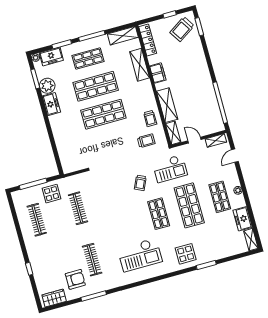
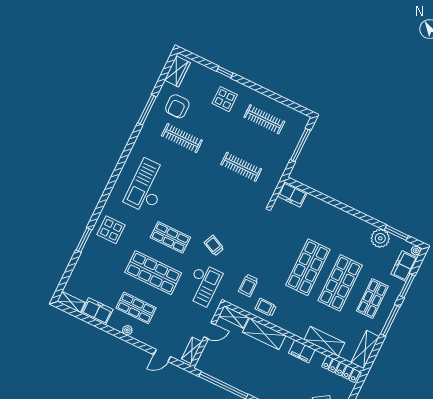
freezer: (51, 104) -> (292, 194), moved
door: (235, 156) -> (162, 356), swing flipped
checkout: (170, 169) -> (203, 285), turned 180
display table: (52, 194) -> (225, 99), moved

